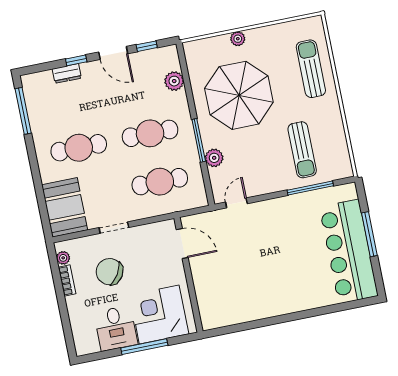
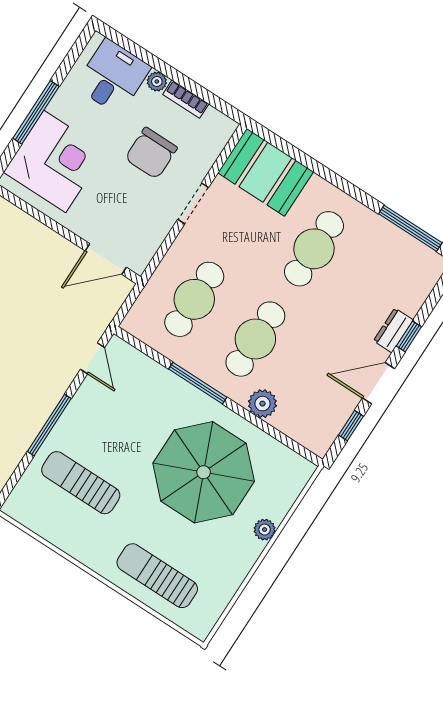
sun lounger: (311, 69) -> (157, 576), turned 180
dresser: (67, 73) -> (393, 330), moved
plant: (174, 81) -> (262, 404), moved
plant: (214, 158) -> (163, 381), removed
window: (310, 188) -> (49, 425), moved
plant: (63, 258) -> (157, 82), moved
chair: (110, 272) -> (151, 153), turned 148
desk: (116, 328) -> (113, 77), moved, turned 90

